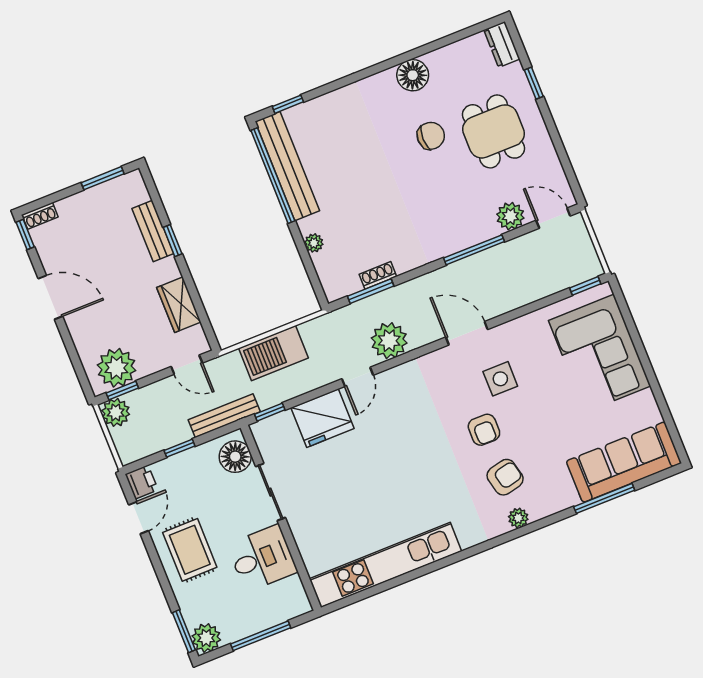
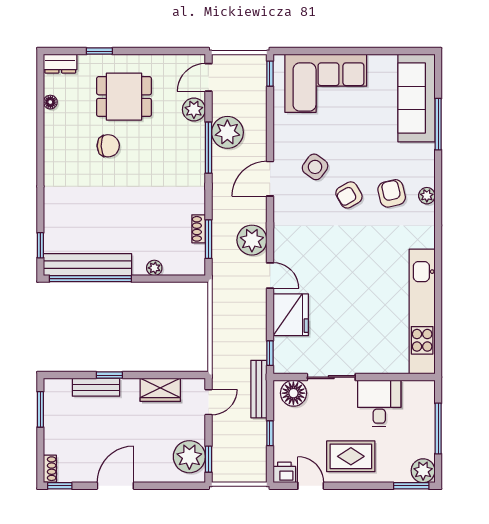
floor lamp: (413, 75) -> (50, 102), moved, width x0.53, depth x0.53
chair: (431, 136) -> (108, 146), turned 88
barbecue: (274, 353) -> (226, 332), removed
side table: (500, 379) -> (315, 167), turned 36
plant: (116, 412) -> (227, 132), moved, width x1.36, depth x1.36
armchair: (484, 430) -> (349, 195), turned 150

